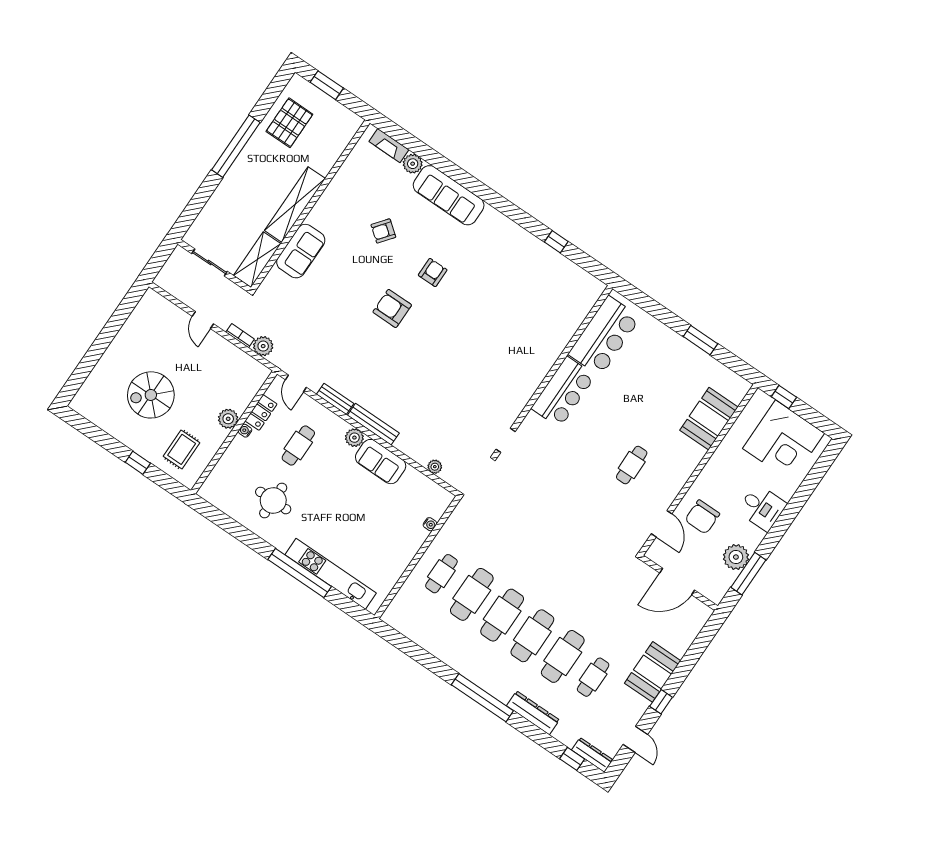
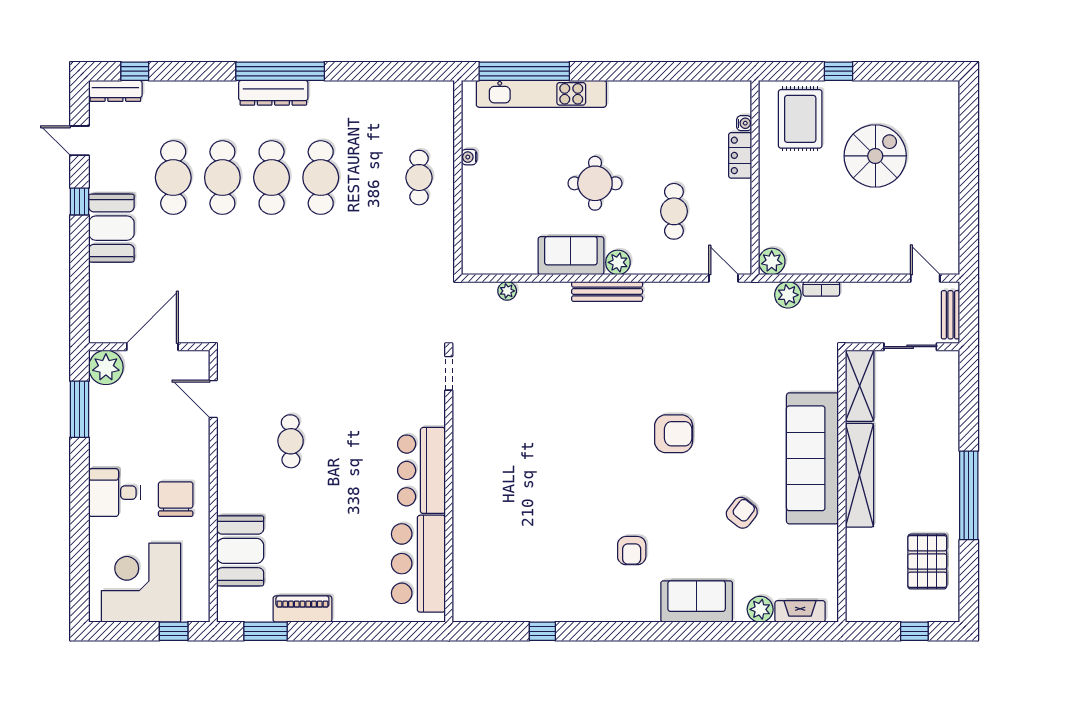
window: (327, 85) -> (914, 631), width x0.67
sofa: (449, 195) -> (697, 601), width x0.73
sofa: (301, 251) -> (812, 458), width x1.85, depth x1.27
armchair: (433, 273) -> (632, 551), moved
door: (203, 320) -> (925, 278), moved
window: (700, 340) -> (265, 631), moved
piano: (695, 356) -> (302, 609), added
bench: (335, 399) -> (950, 315), moved, turned 90
locker: (261, 412) -> (740, 155), moved
plant: (228, 419) -> (772, 261), moved
water cooler: (245, 431) -> (744, 123), moved
rug: (182, 449) -> (800, 119), width x1.36, depth x1.43
round table: (273, 501) -> (595, 183), moved
chair: (702, 517) -> (176, 499), moved
water cooler: (430, 524) -> (469, 157), moved
plant: (736, 557) -> (106, 367), moved
window: (300, 573) -> (524, 71), moved
cafe table: (472, 594) -> (370, 178), removed
cafe table: (593, 677) -> (173, 178), width x1.37, depth x1.35
dresser: (533, 713) -> (273, 93), moved

